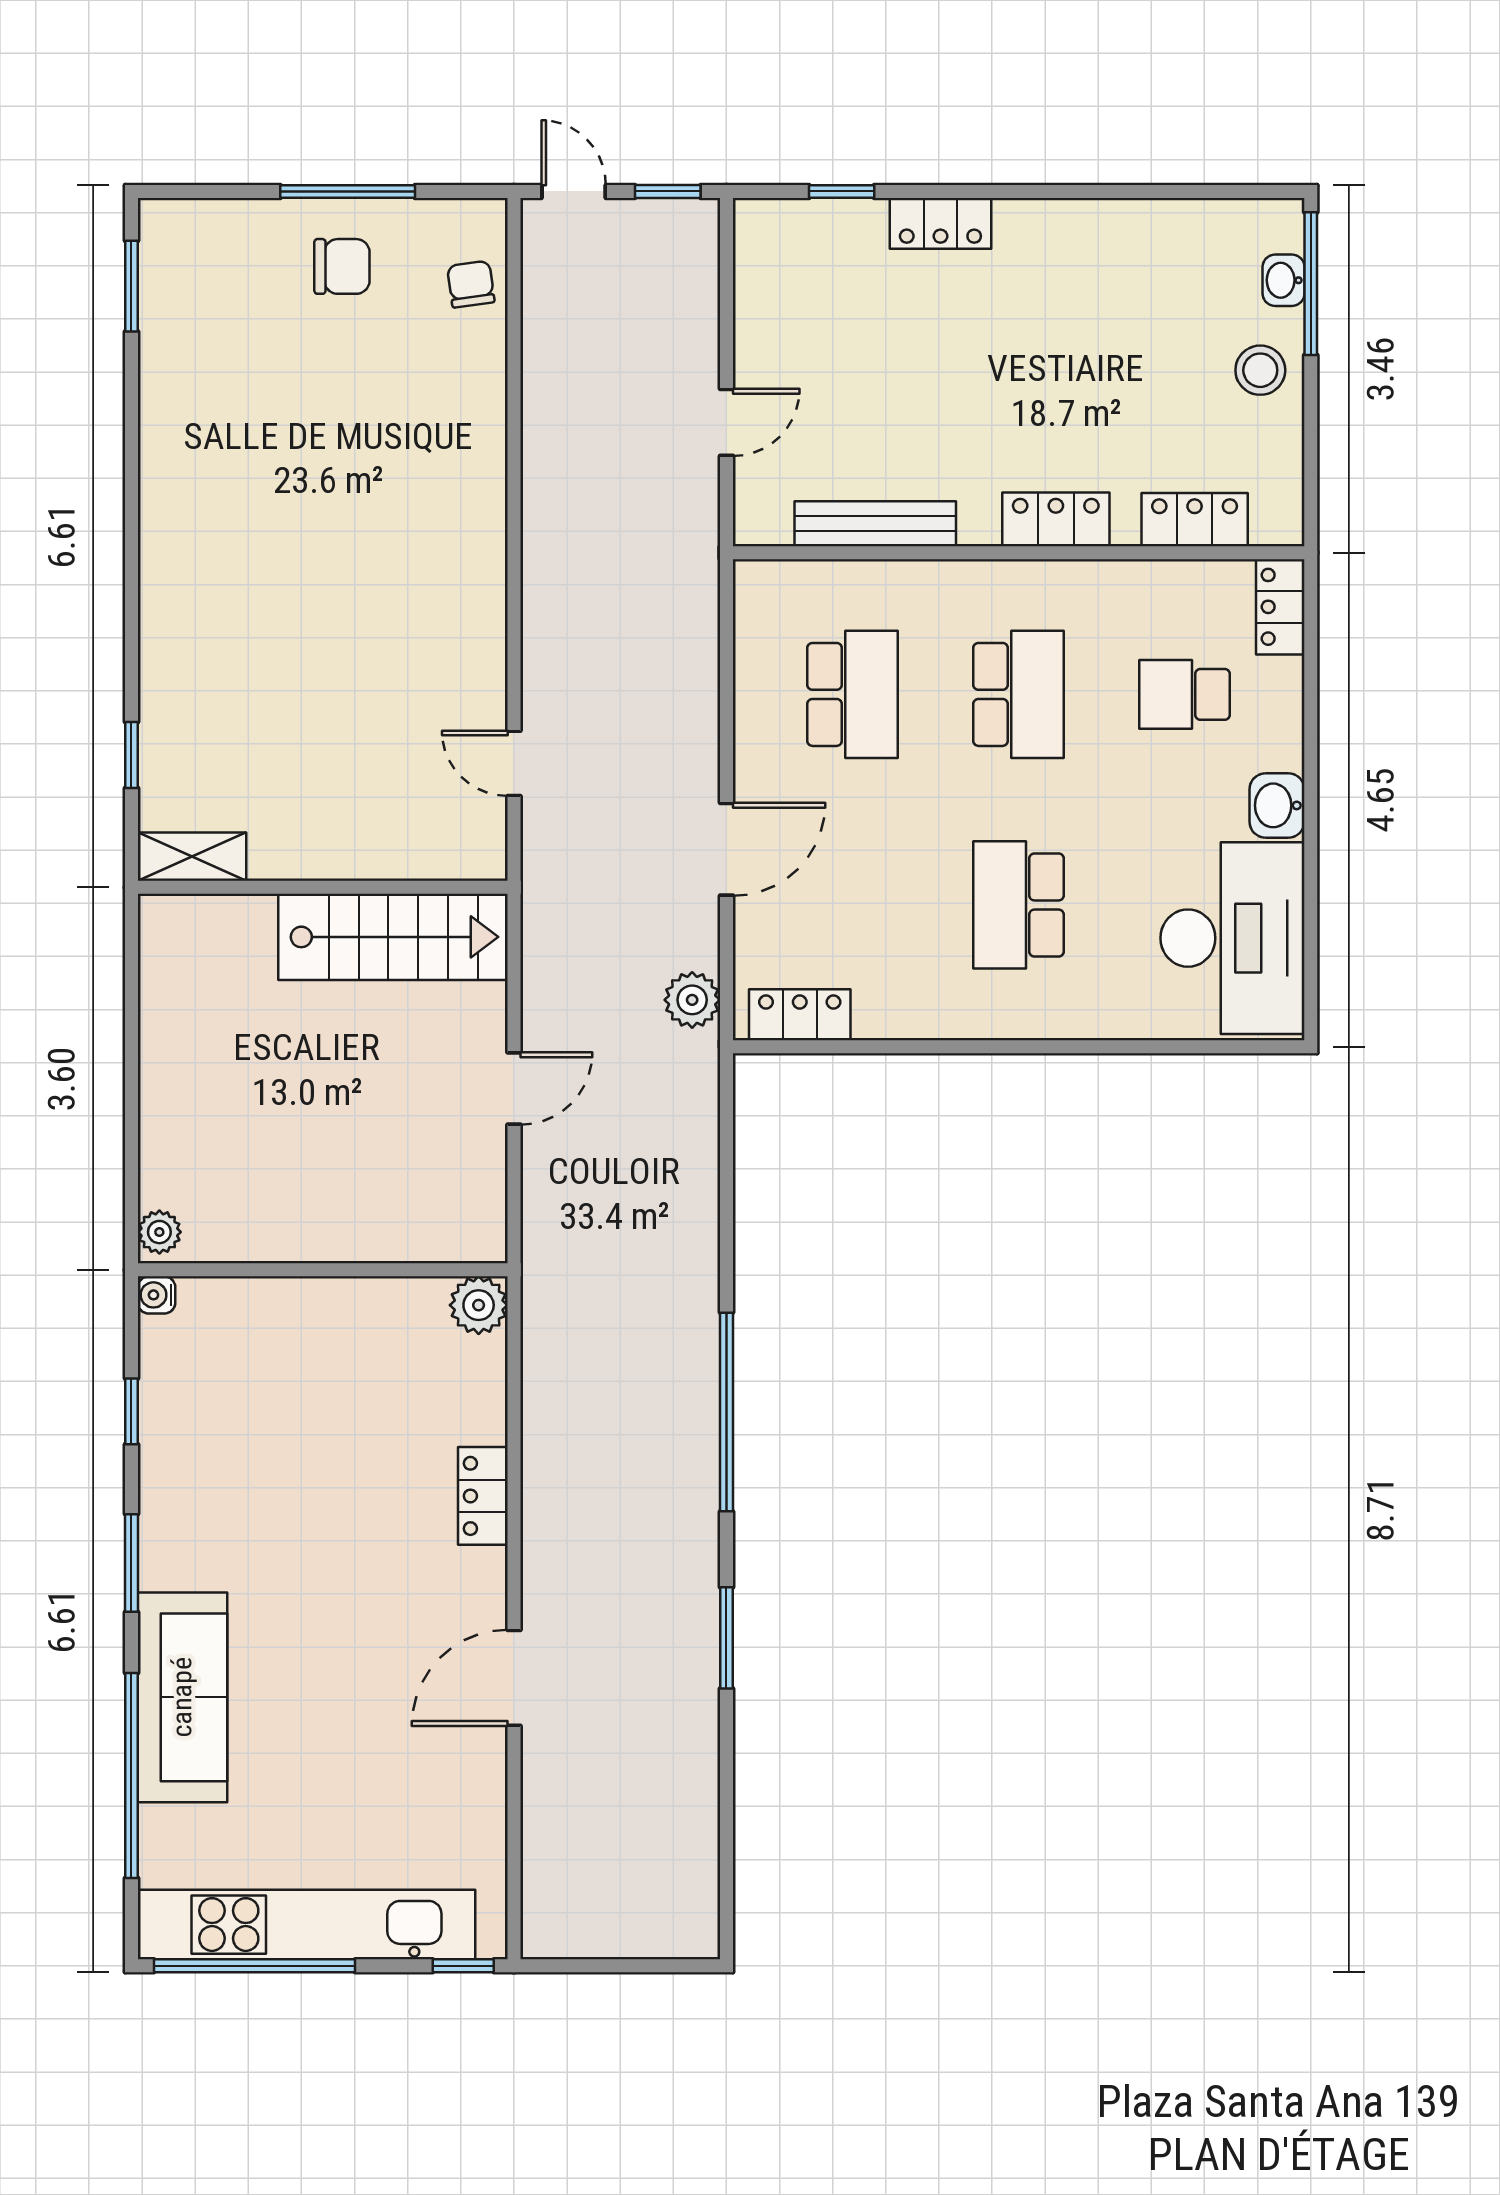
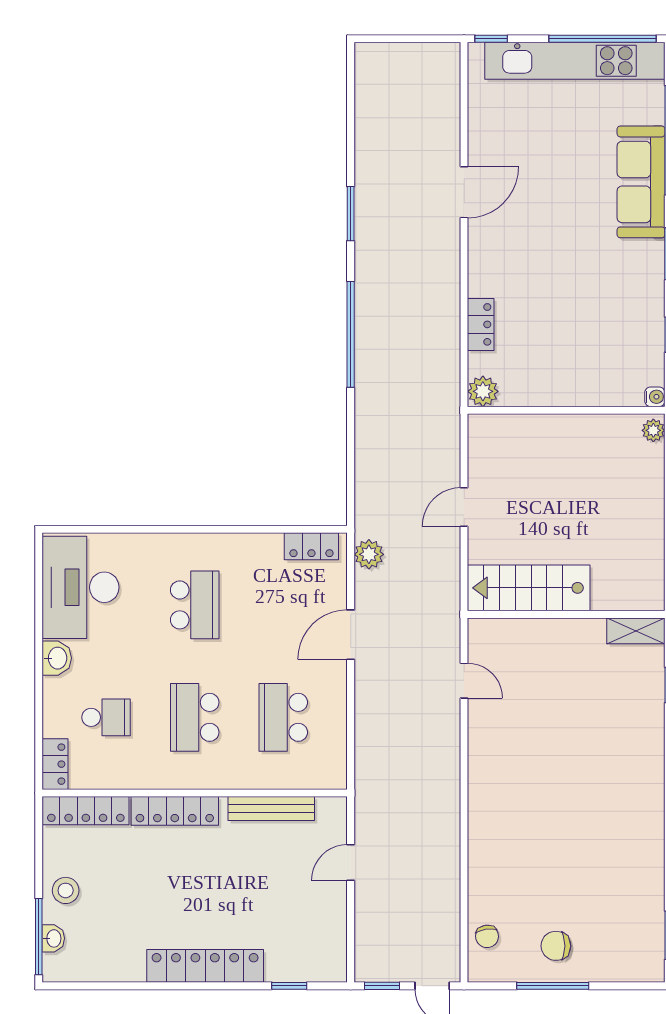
locker: (940, 223) -> (205, 966), width x2.16, depth x1.21
locker: (1056, 519) -> (175, 811), width x1.53
locker: (1195, 520) -> (86, 811), width x1.53
locker: (483, 1496) -> (481, 324), moved

